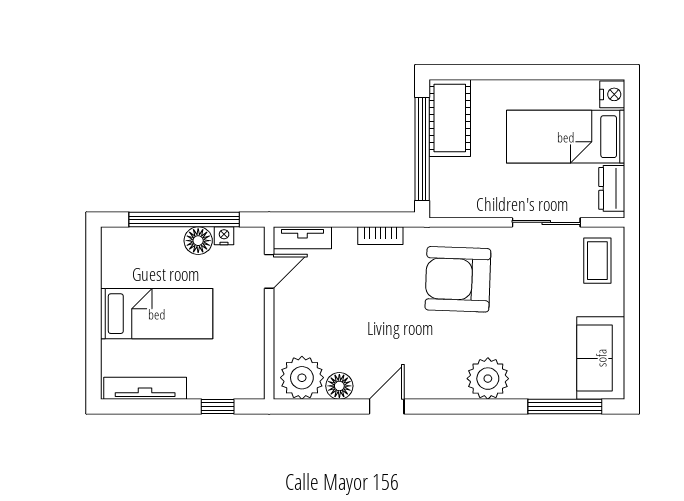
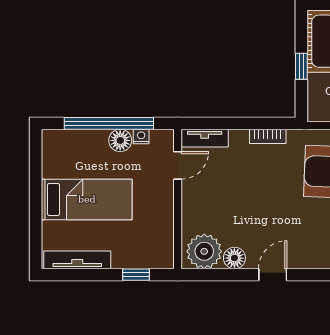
window: (422, 149) -> (301, 66), width x0.32

